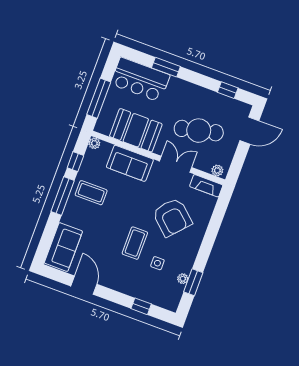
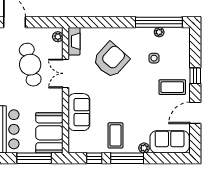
booth: (136, 130) -> (49, 133), moved
plant: (94, 143) -> (144, 148), moved
coffee table: (135, 243) -> (172, 87), moved
window: (193, 282) -> (159, 22), width x2.11
window: (141, 306) -> (195, 76), moved

